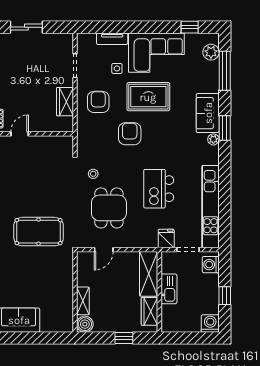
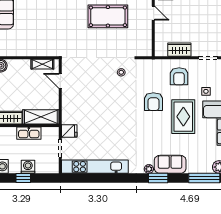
armchair: (98, 102) -> (179, 76), turned 90
armchair: (130, 134) -> (153, 102), turned 90
kitchen island: (159, 189) -> (109, 125), removed
dining table: (109, 208) -> (94, 85), removed
pool table: (39, 232) -> (108, 16), moved, turned 90
washing machine: (211, 265) -> (28, 167), moved
shelving: (83, 301) -> (42, 64), moved

